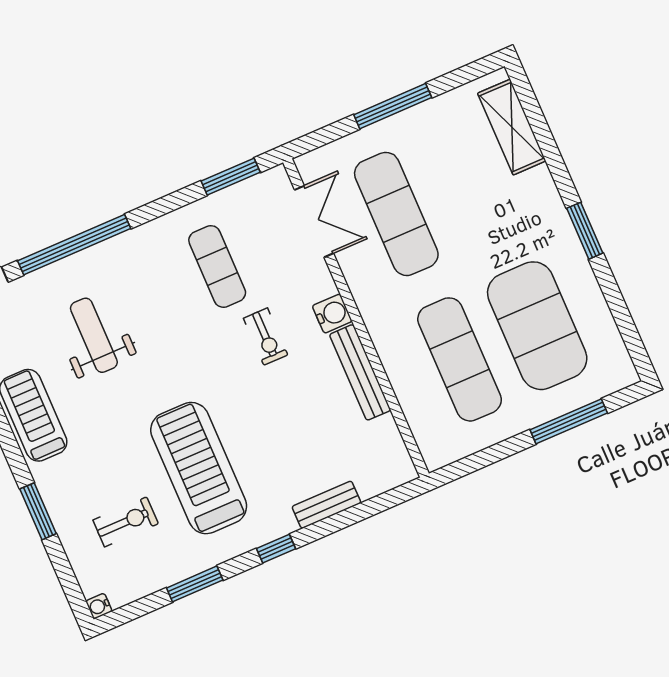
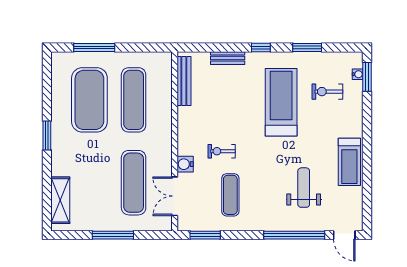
water cooler: (332, 314) -> (185, 164), moved
weight bench: (94, 335) -> (304, 188), turned 180
exercise bike: (266, 337) -> (222, 151), turned -90
bench: (360, 372) -> (184, 81), moved
treadmill: (199, 468) -> (281, 102), turned 180
window: (38, 511) -> (367, 77), moved
water cooler: (99, 606) -> (358, 74), moved

